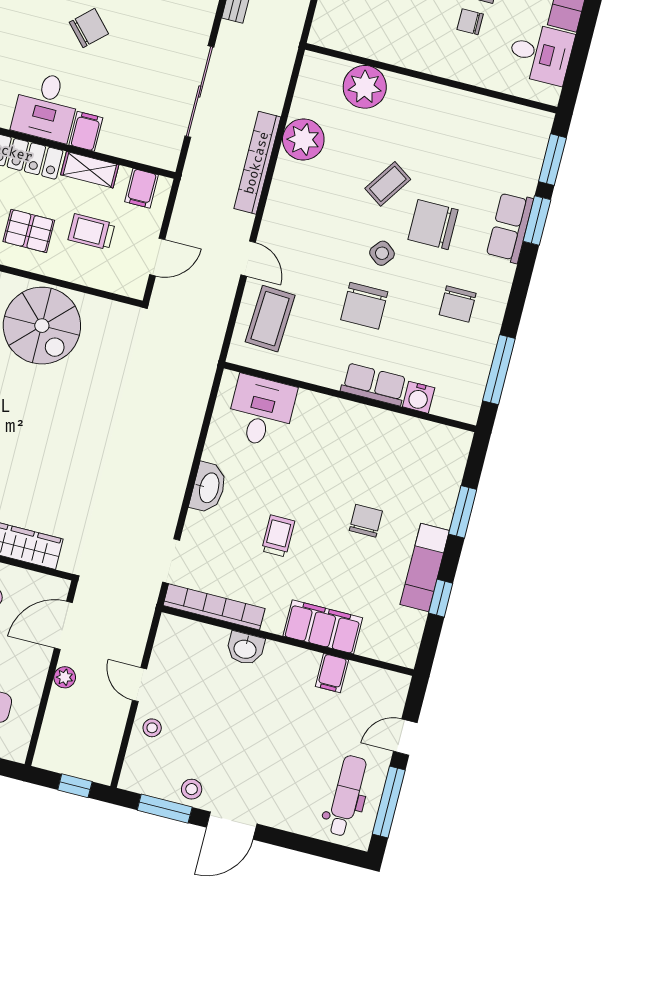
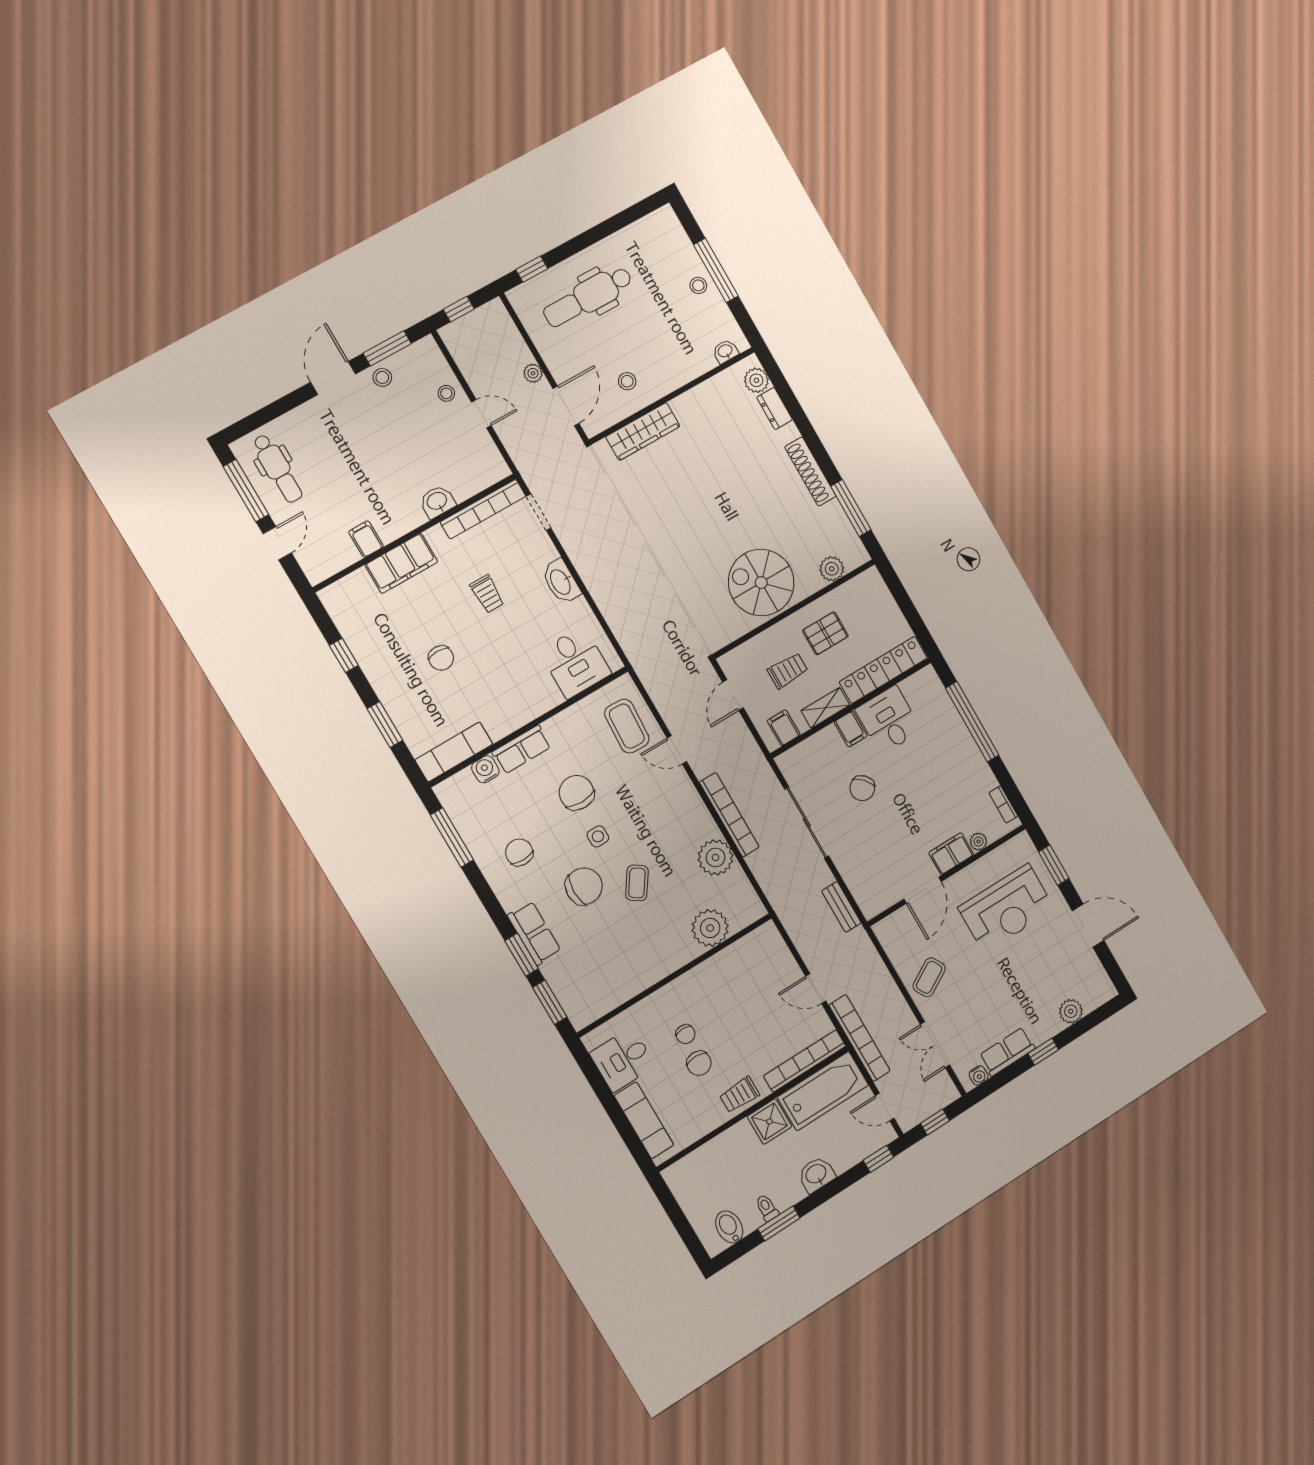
chair: (470, 22) -> (685, 1034), turned 90
chair: (89, 28) -> (862, 788), moved
side table: (382, 253) -> (598, 836), turned -38
exam couch: (425, 567) -> (454, 752), moved, turned -90

